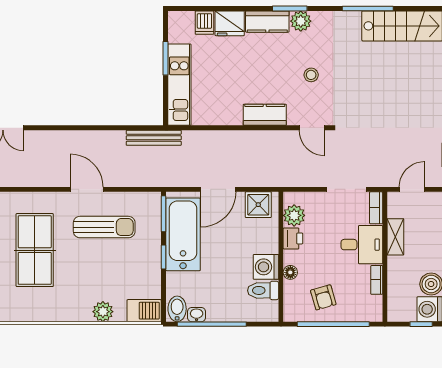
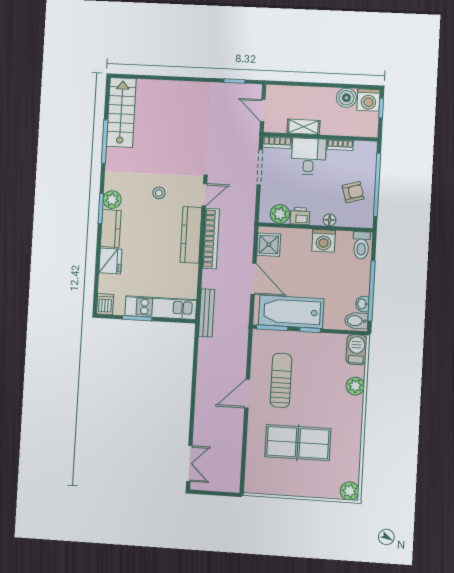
dishwasher: (204, 23) -> (105, 304), moved, turned -90
kitchen counter: (265, 115) -> (191, 235), width x1.50
bench: (154, 138) -> (207, 313), moved
bookcase: (262, 138) -> (211, 239), added
toilet: (263, 290) -> (361, 245), moved

